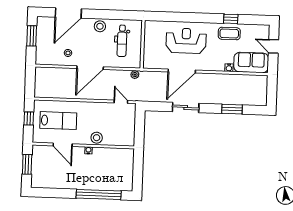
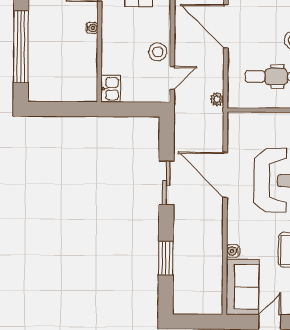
stool: (97, 138) -> (158, 52), moved
kitchen sink: (126, 140) -> (111, 89), added

